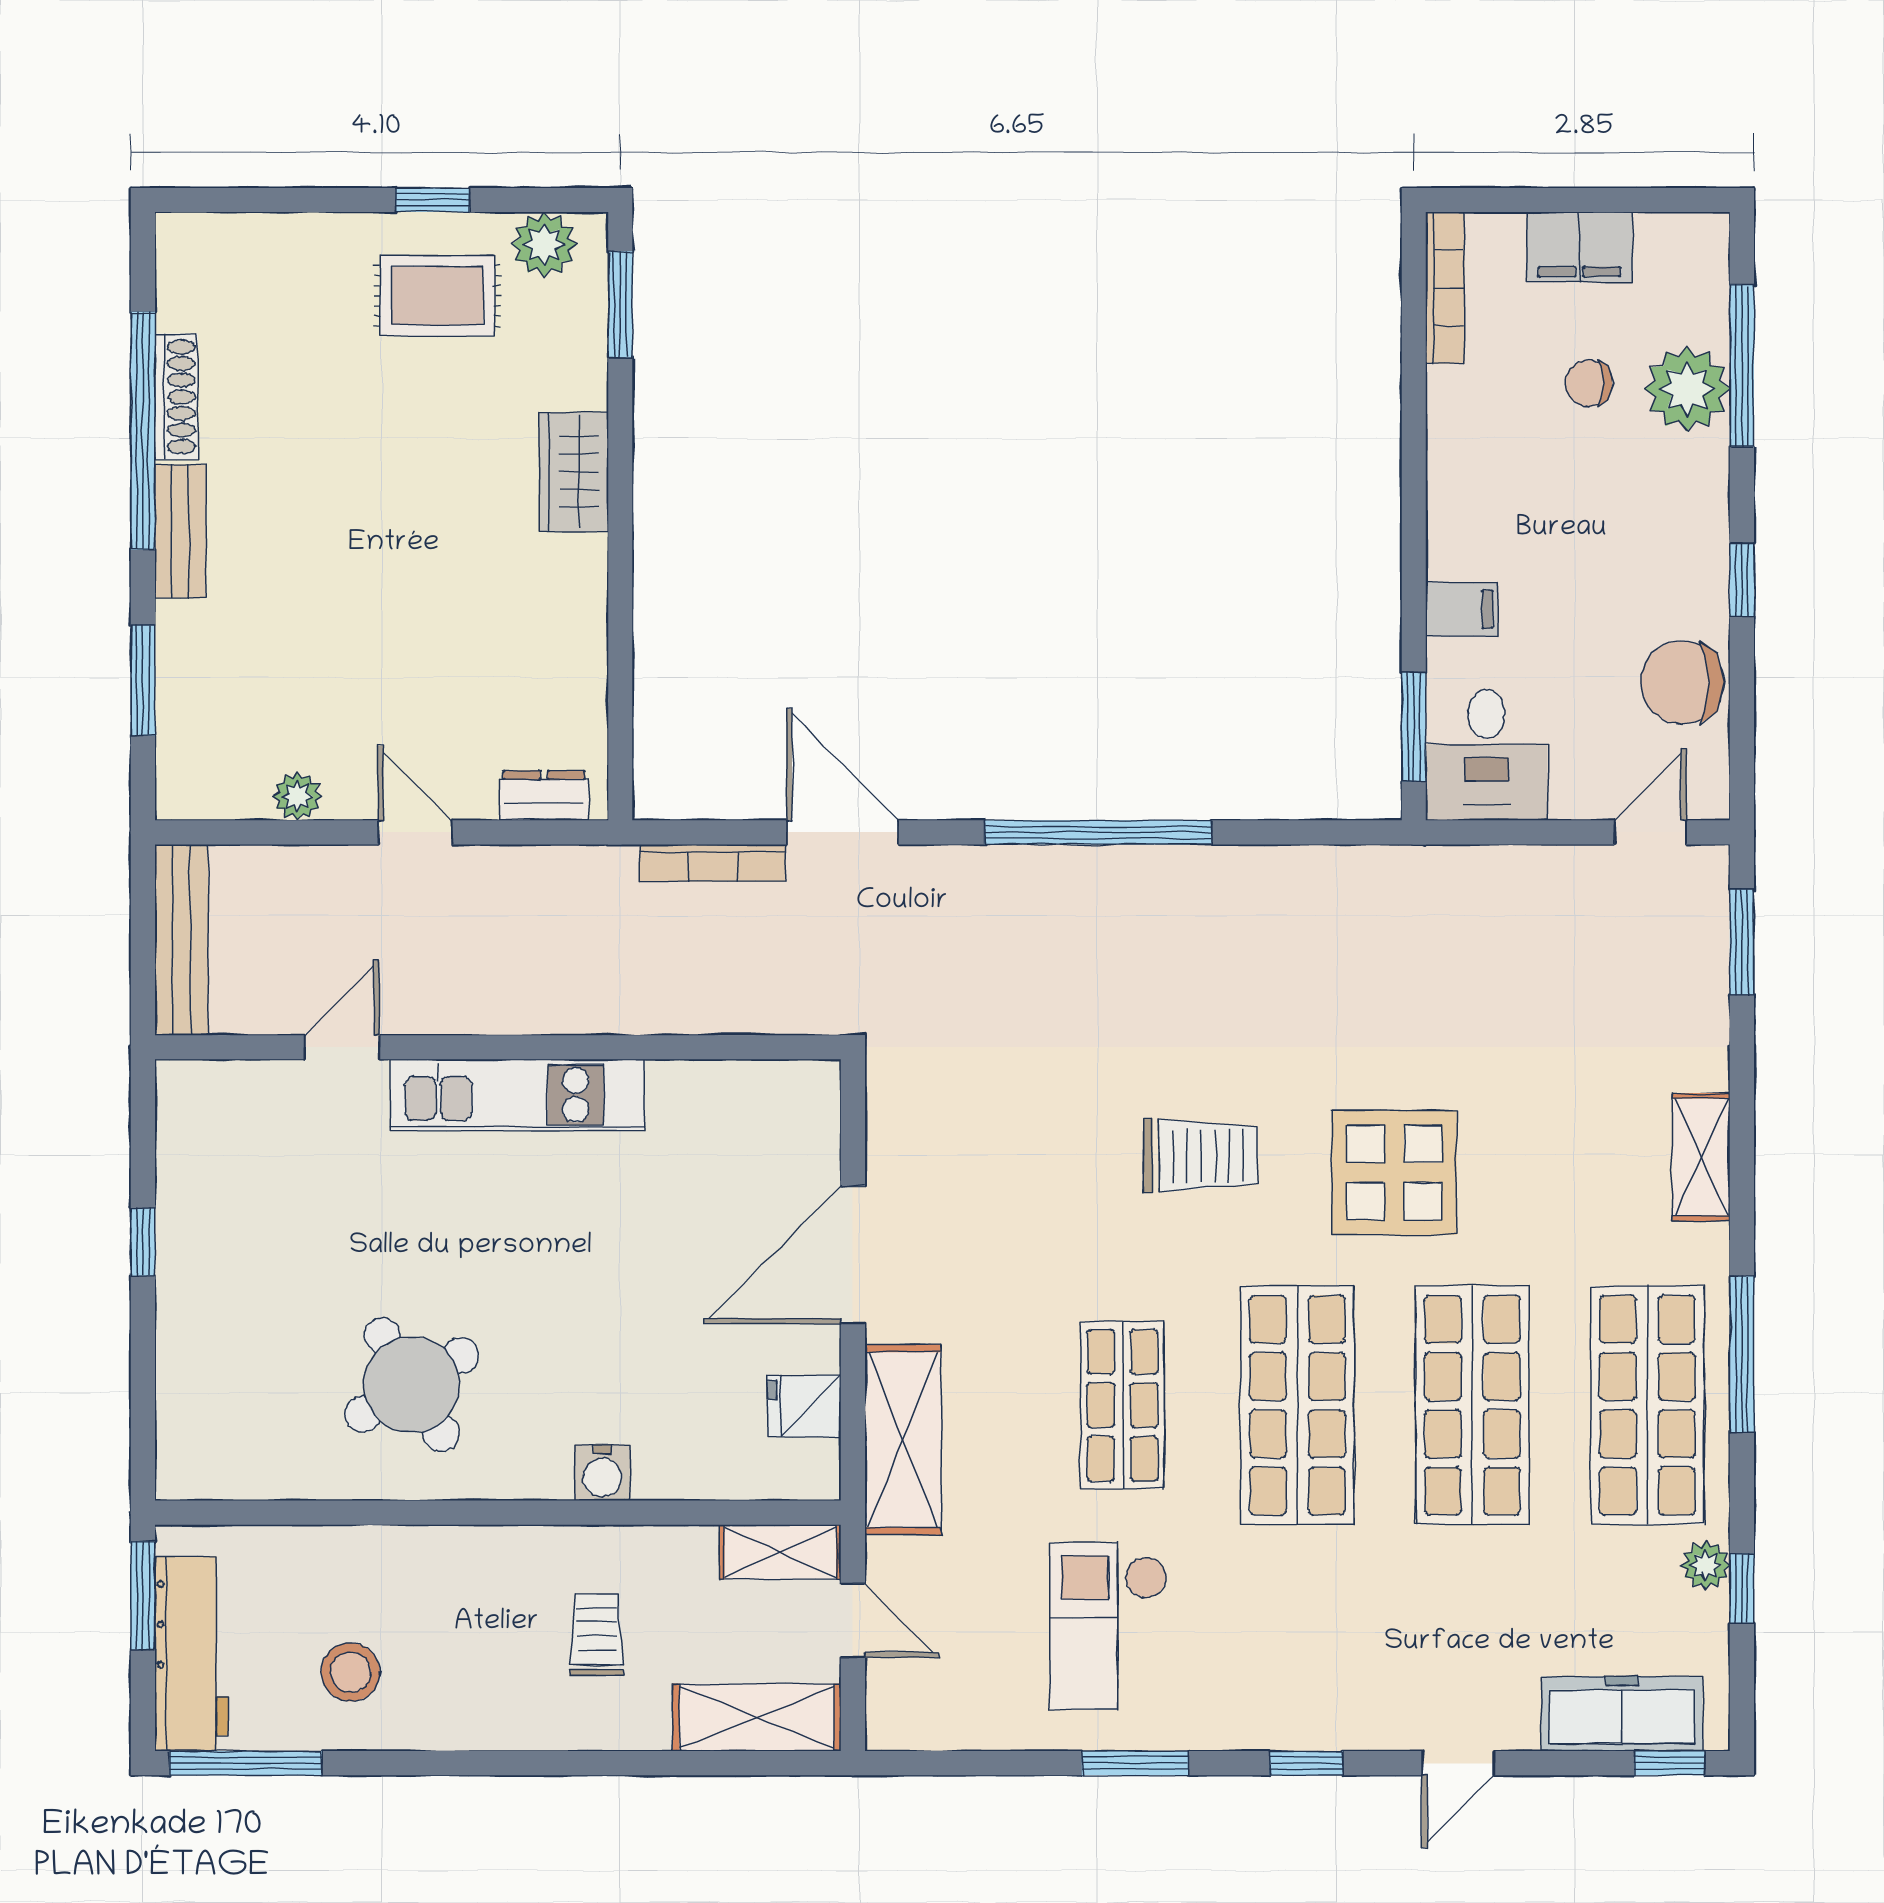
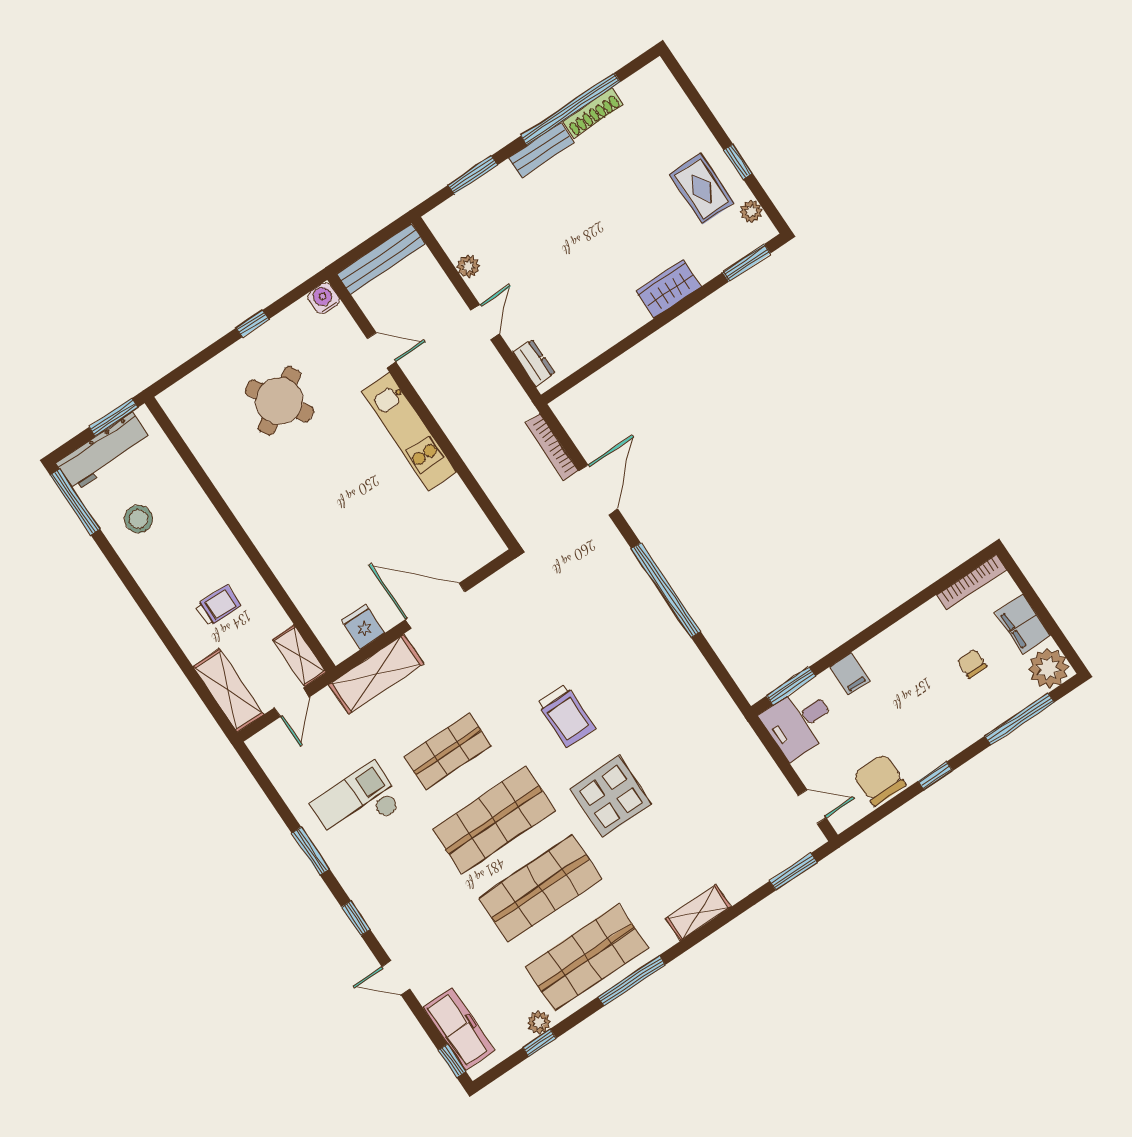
plant: (544, 244) -> (751, 211), width x0.73, depth x0.73
plant: (1687, 389) -> (1049, 668), moved
round table: (412, 1385) -> (279, 401), moved
water cooler: (602, 1473) -> (324, 298), moved, turned 90

